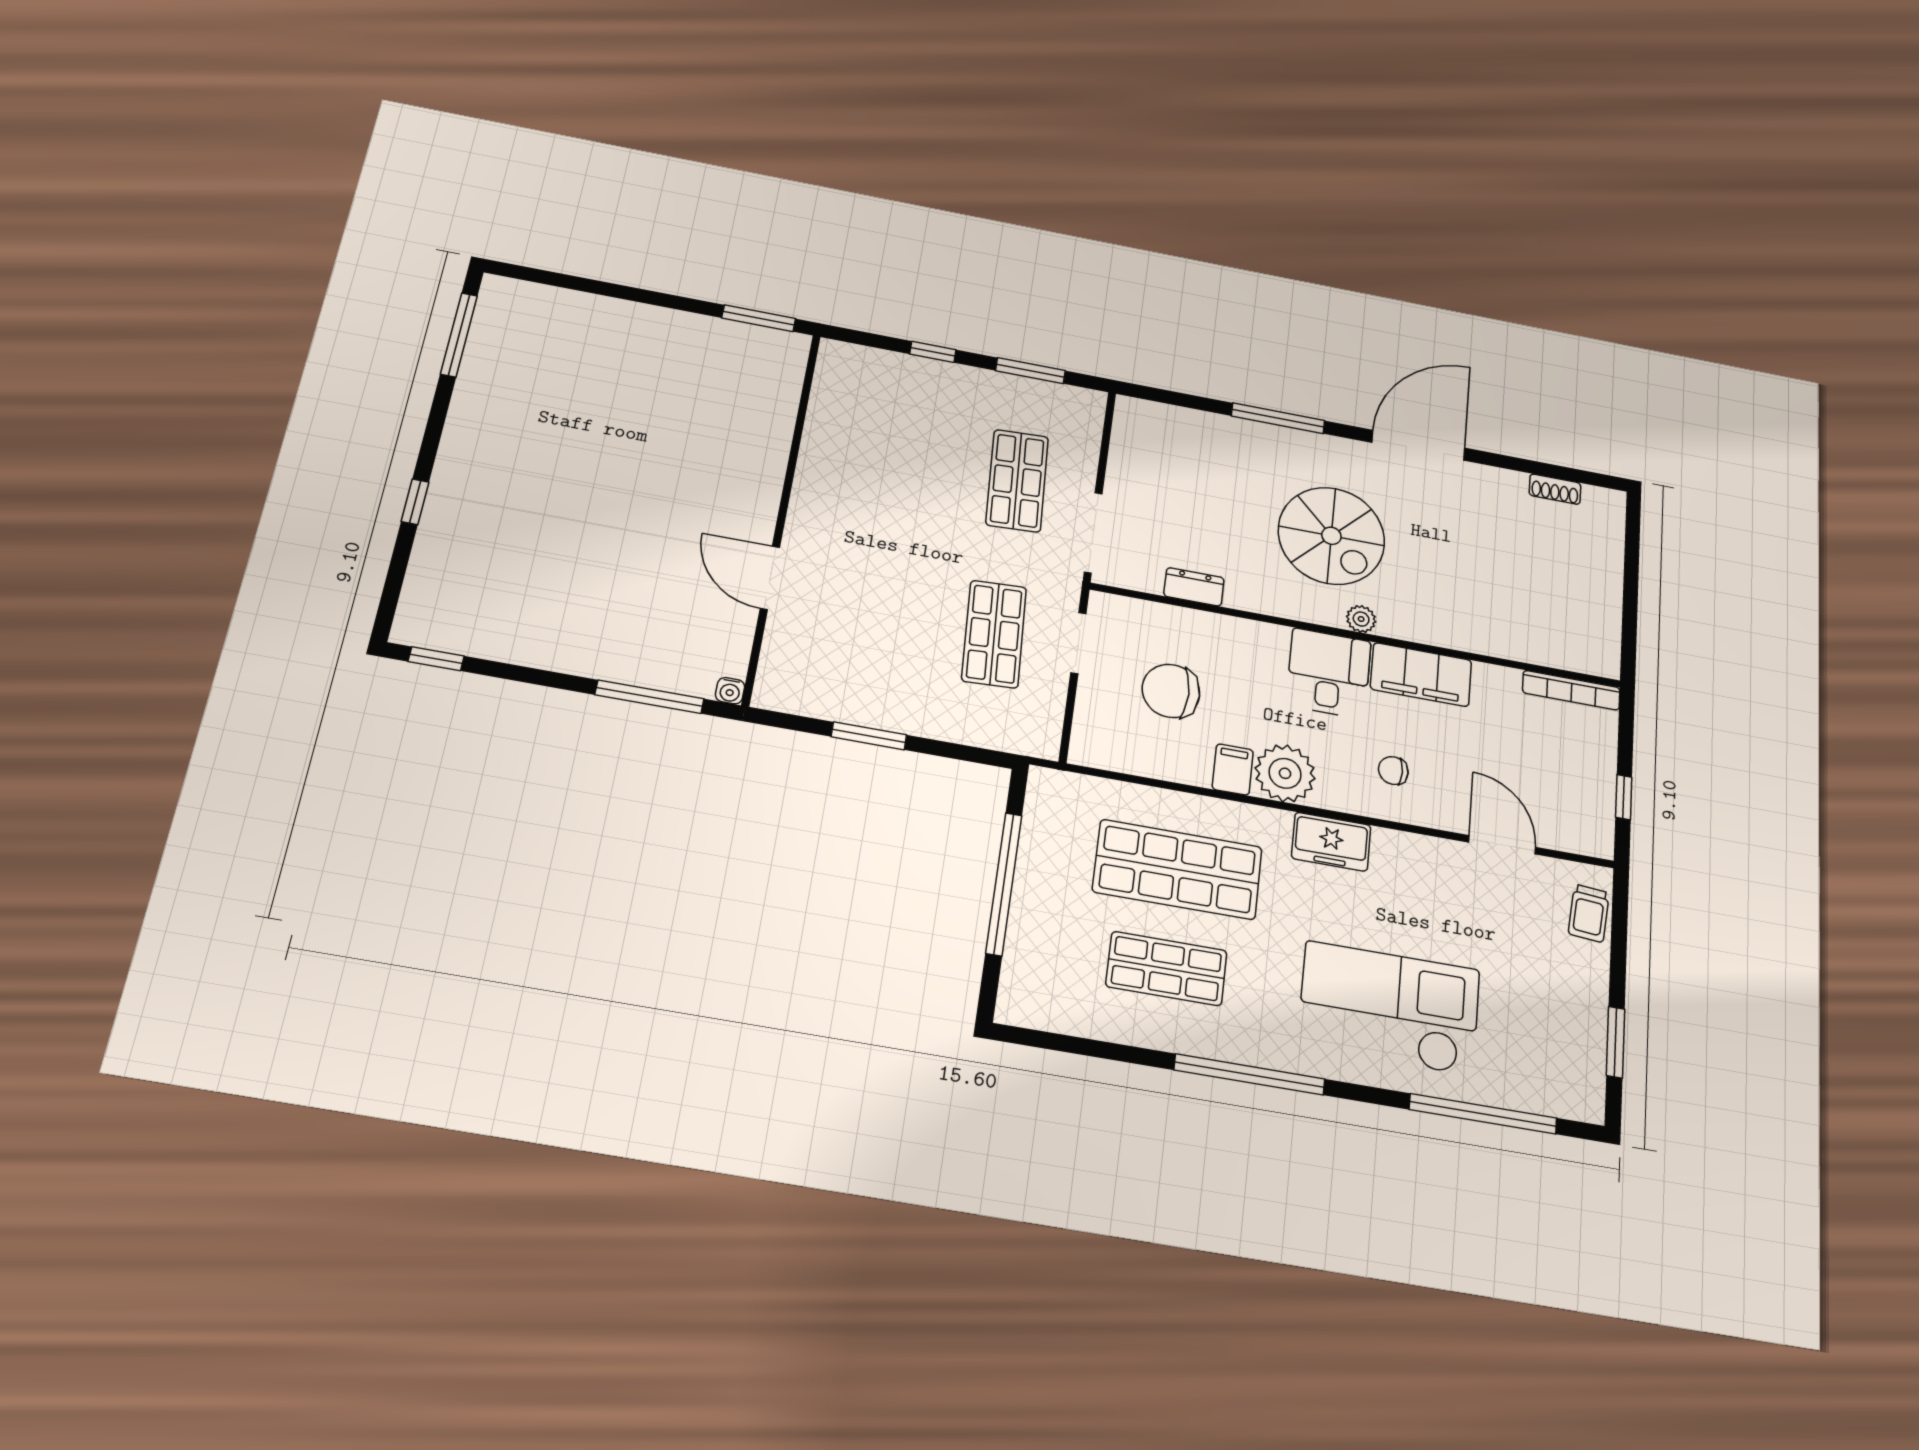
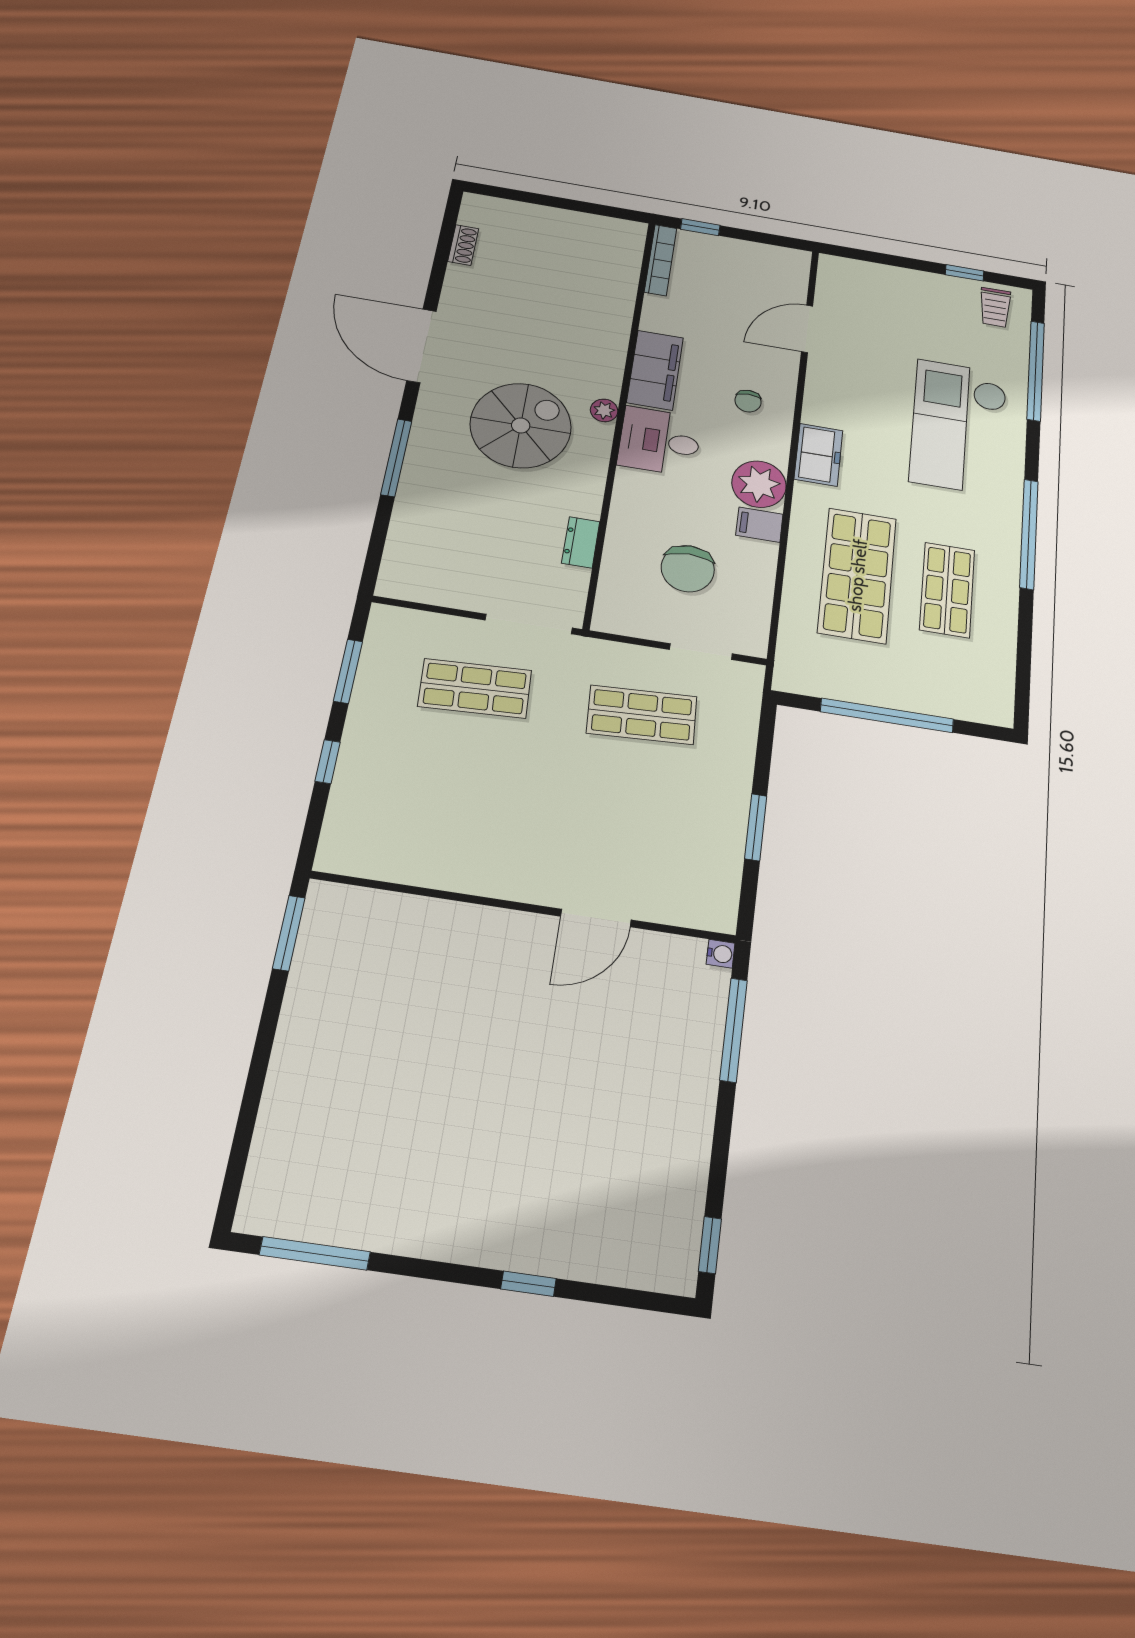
doorway: (1078, 643) -> (701, 652), moved
window: (1624, 797) -> (700, 227), moved
trolley: (1589, 913) -> (995, 307), moved, turned 85
window: (1615, 1042) -> (965, 273), width x0.67

